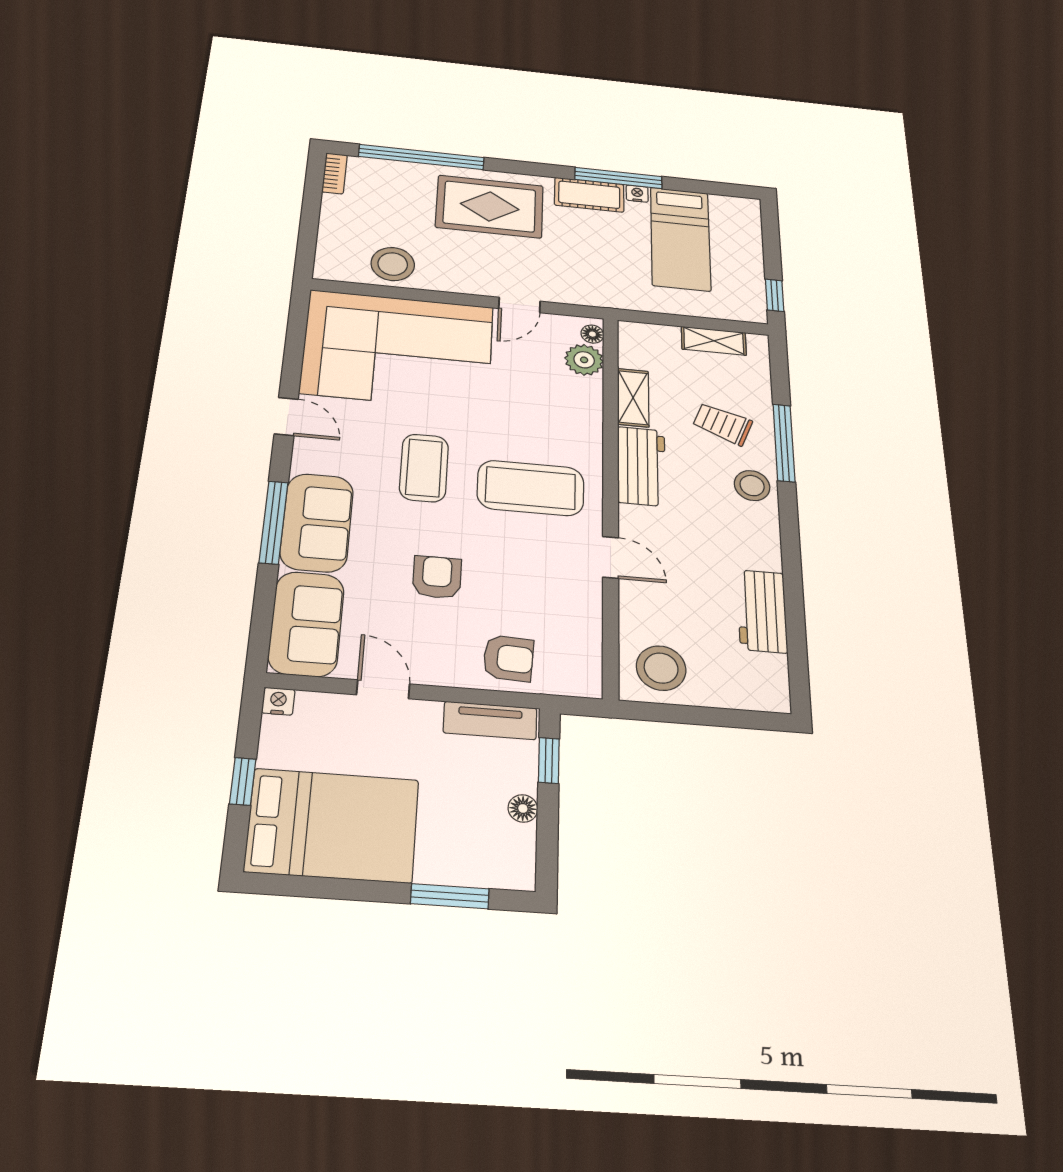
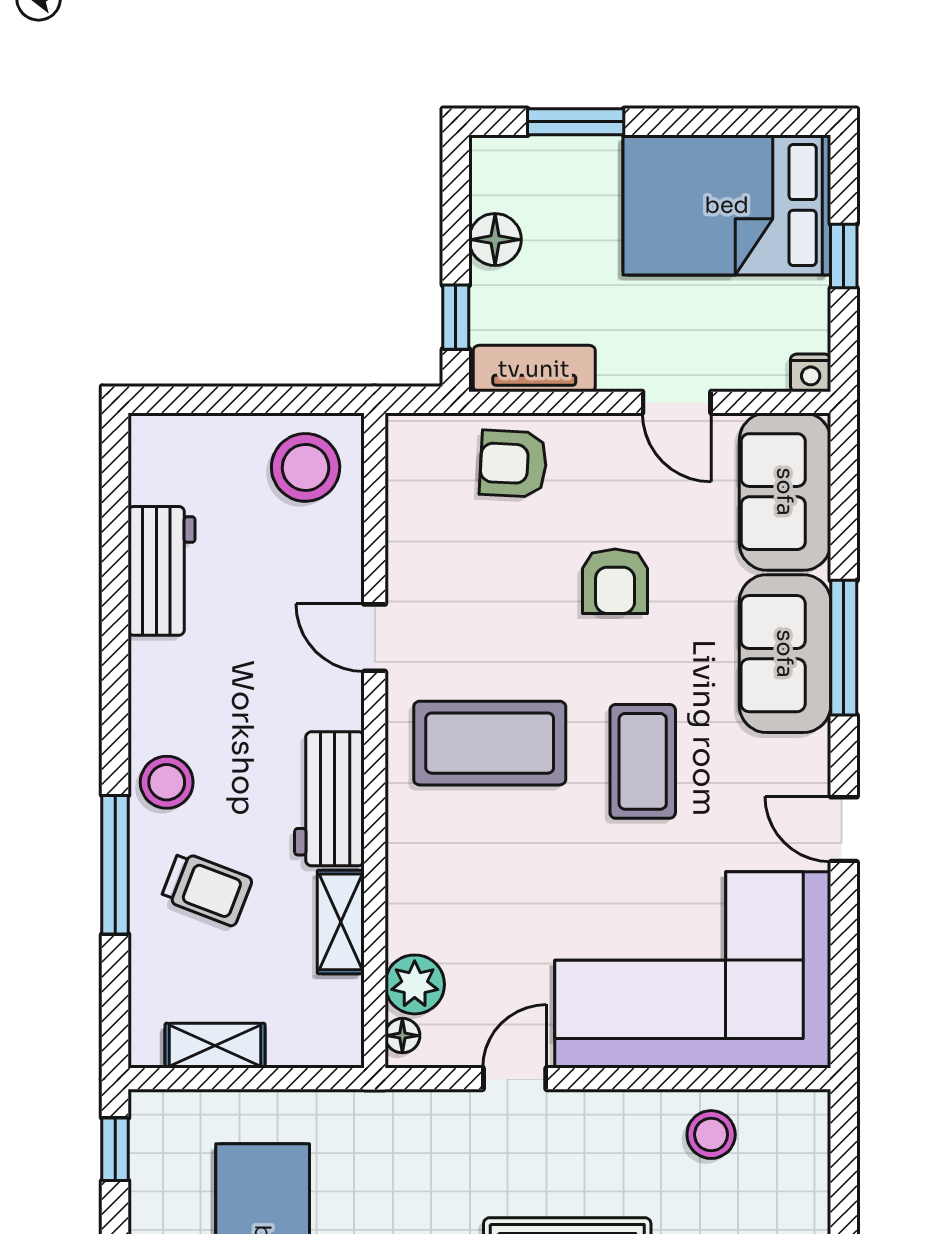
stool: (393, 264) -> (711, 1135), width x0.73, depth x0.73
floor lamp: (523, 808) -> (495, 240), width x1.37, depth x1.37

